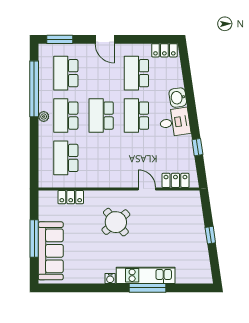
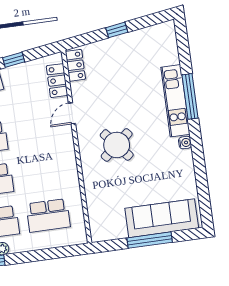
locker: (71, 197) -> (75, 65), moved

